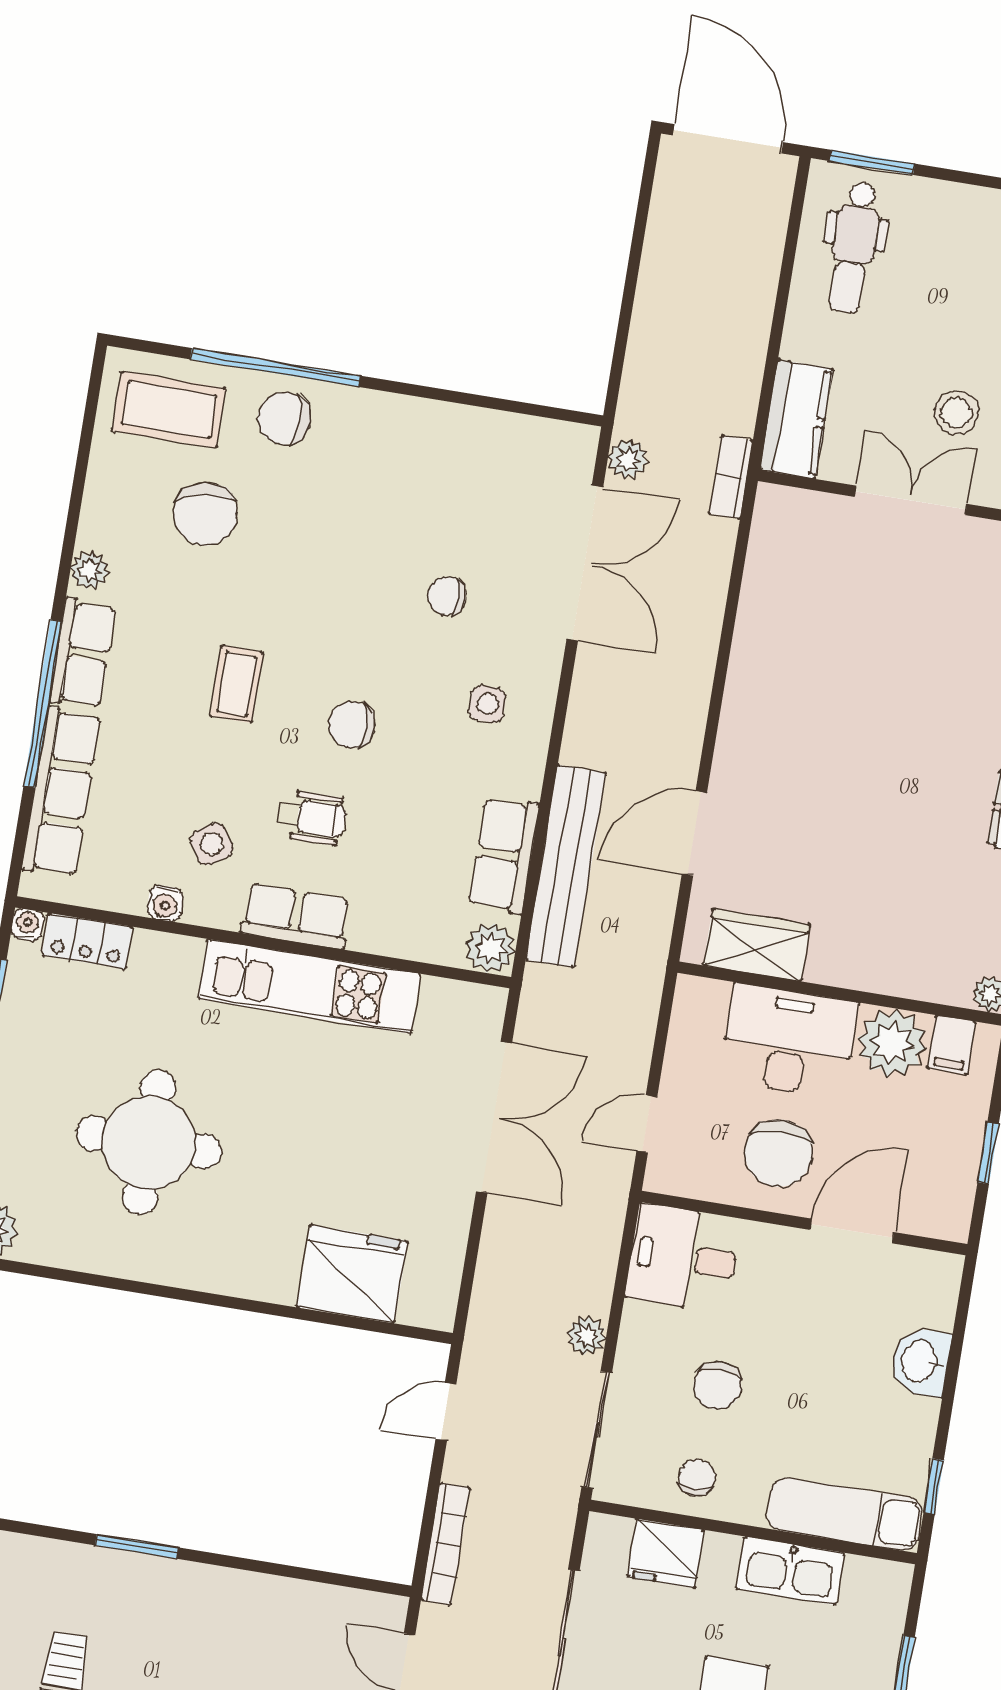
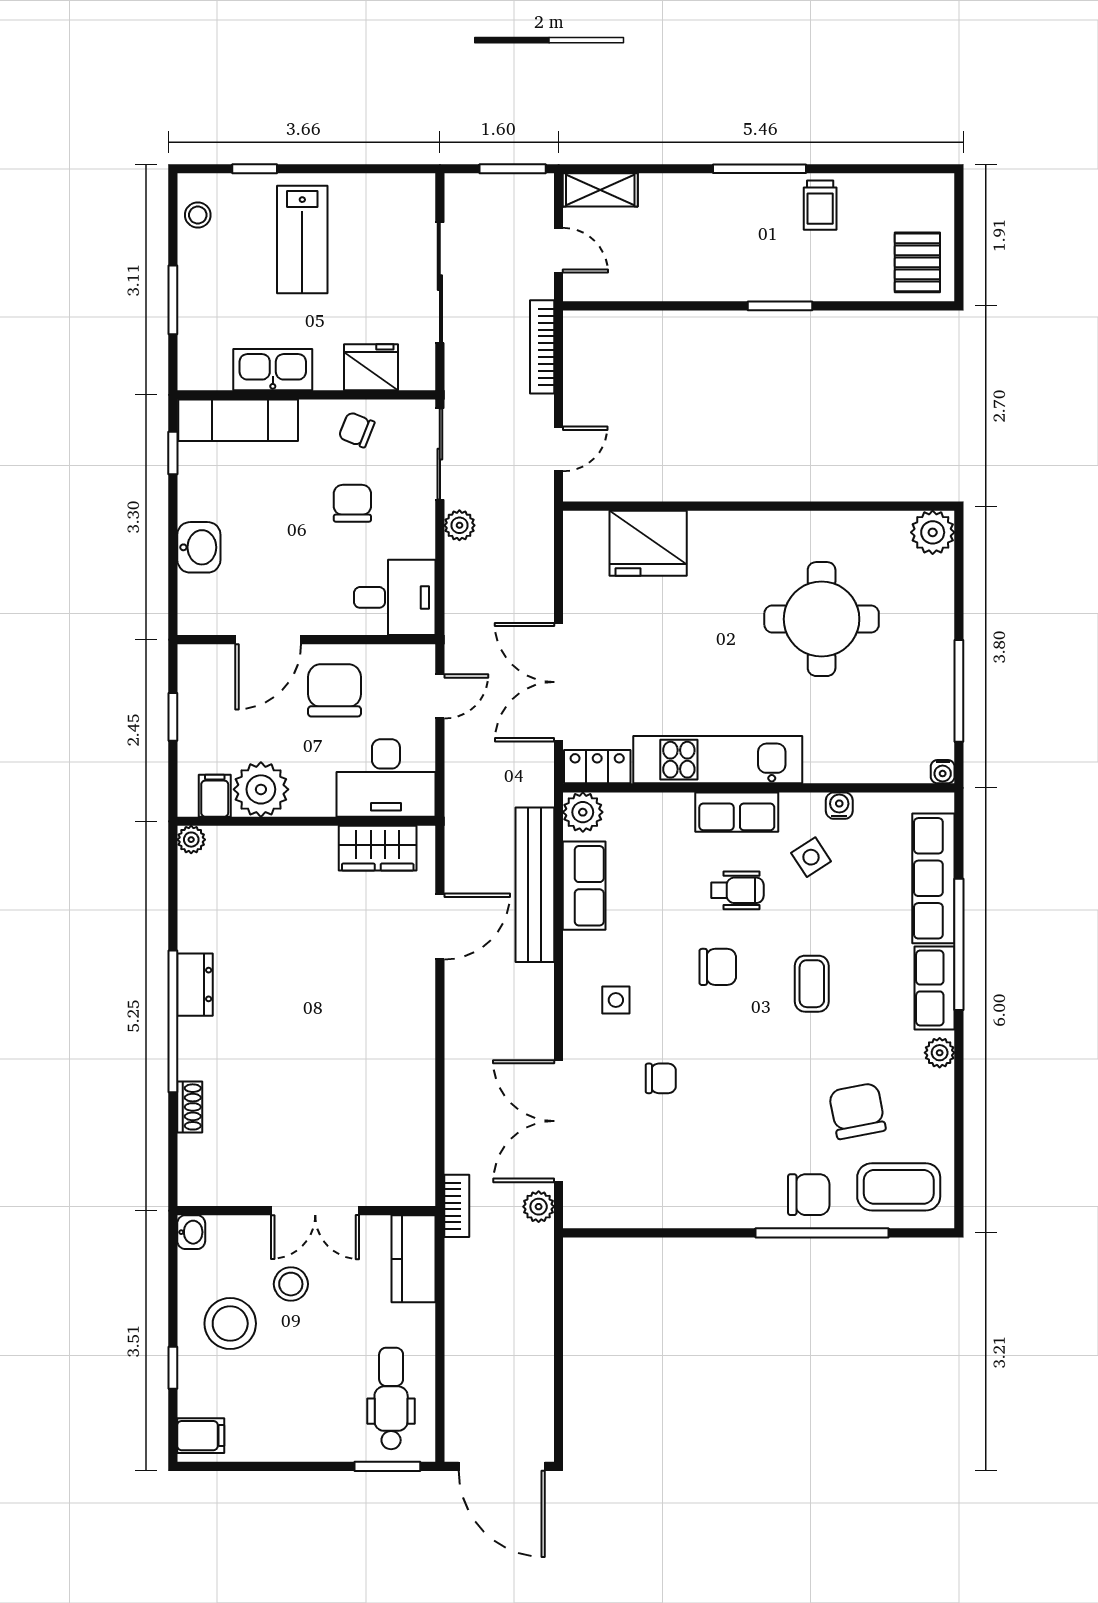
wheelchair: (311, 817) -> (737, 890), turned 180
locker: (87, 941) -> (597, 767), moved
desk: (789, 1041) -> (386, 778), moved
chair: (697, 1478) -> (357, 430), turned 112

